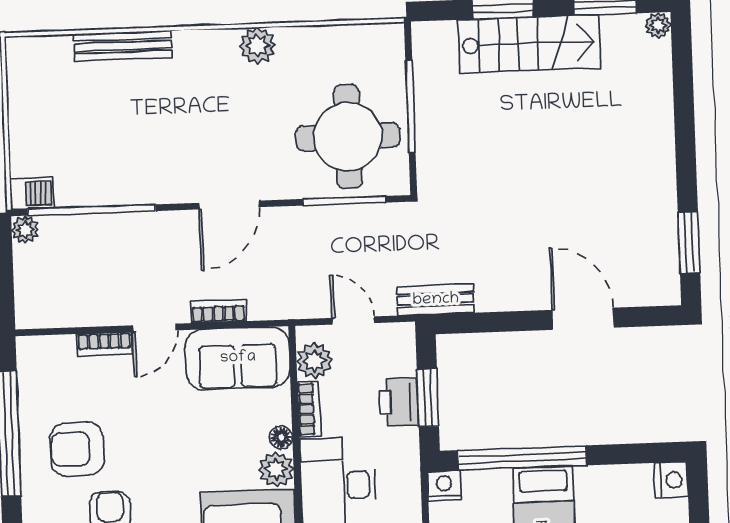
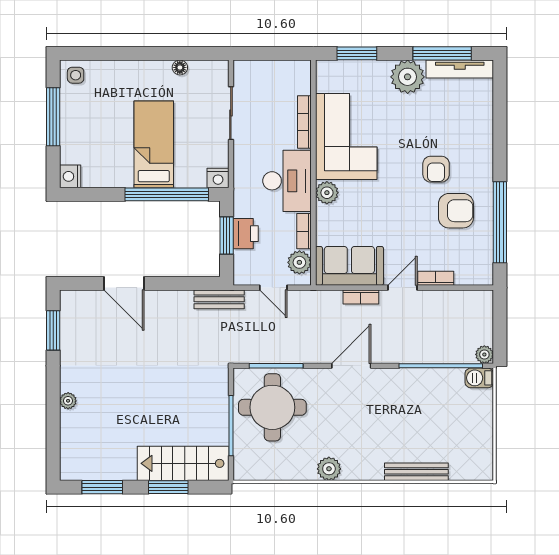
plant: (658, 25) -> (68, 401), moved
stairs: (529, 44) -> (183, 463), moved
floor lamp: (281, 437) -> (323, 213), removed

